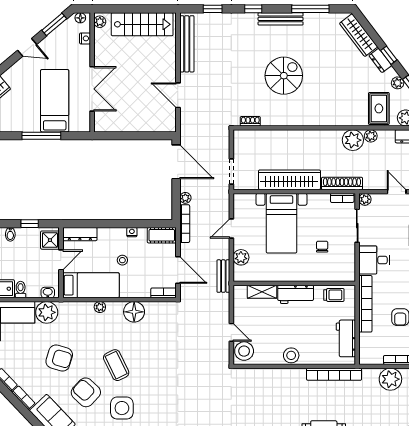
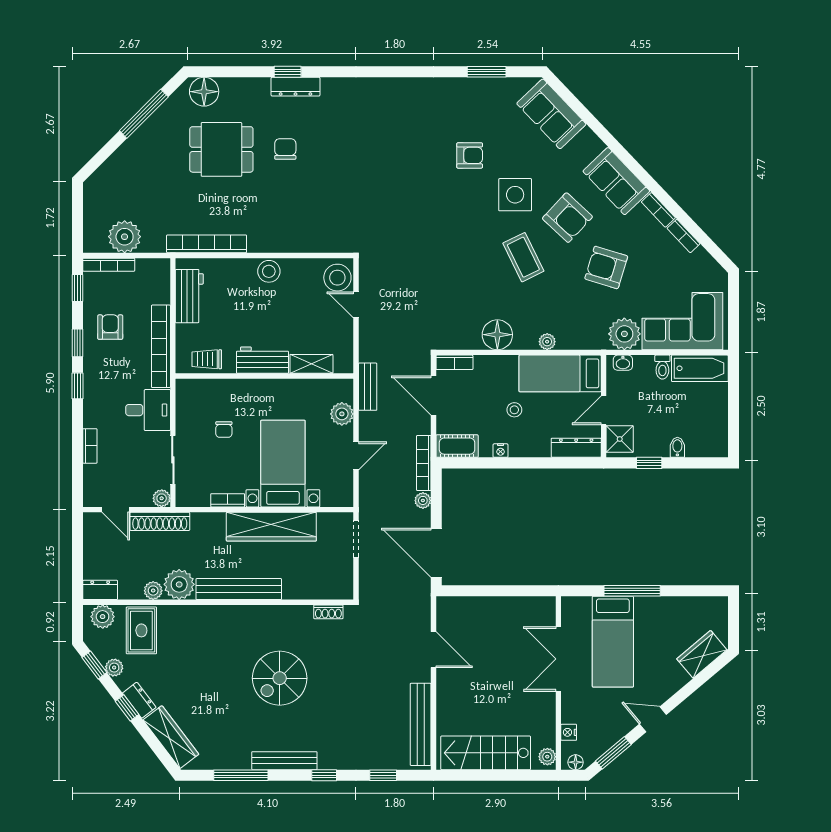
bench: (312, 137) -> (239, 589), added
shoe rack: (342, 183) -> (160, 521), moved
bookcase: (342, 198) -> (228, 500), moved

